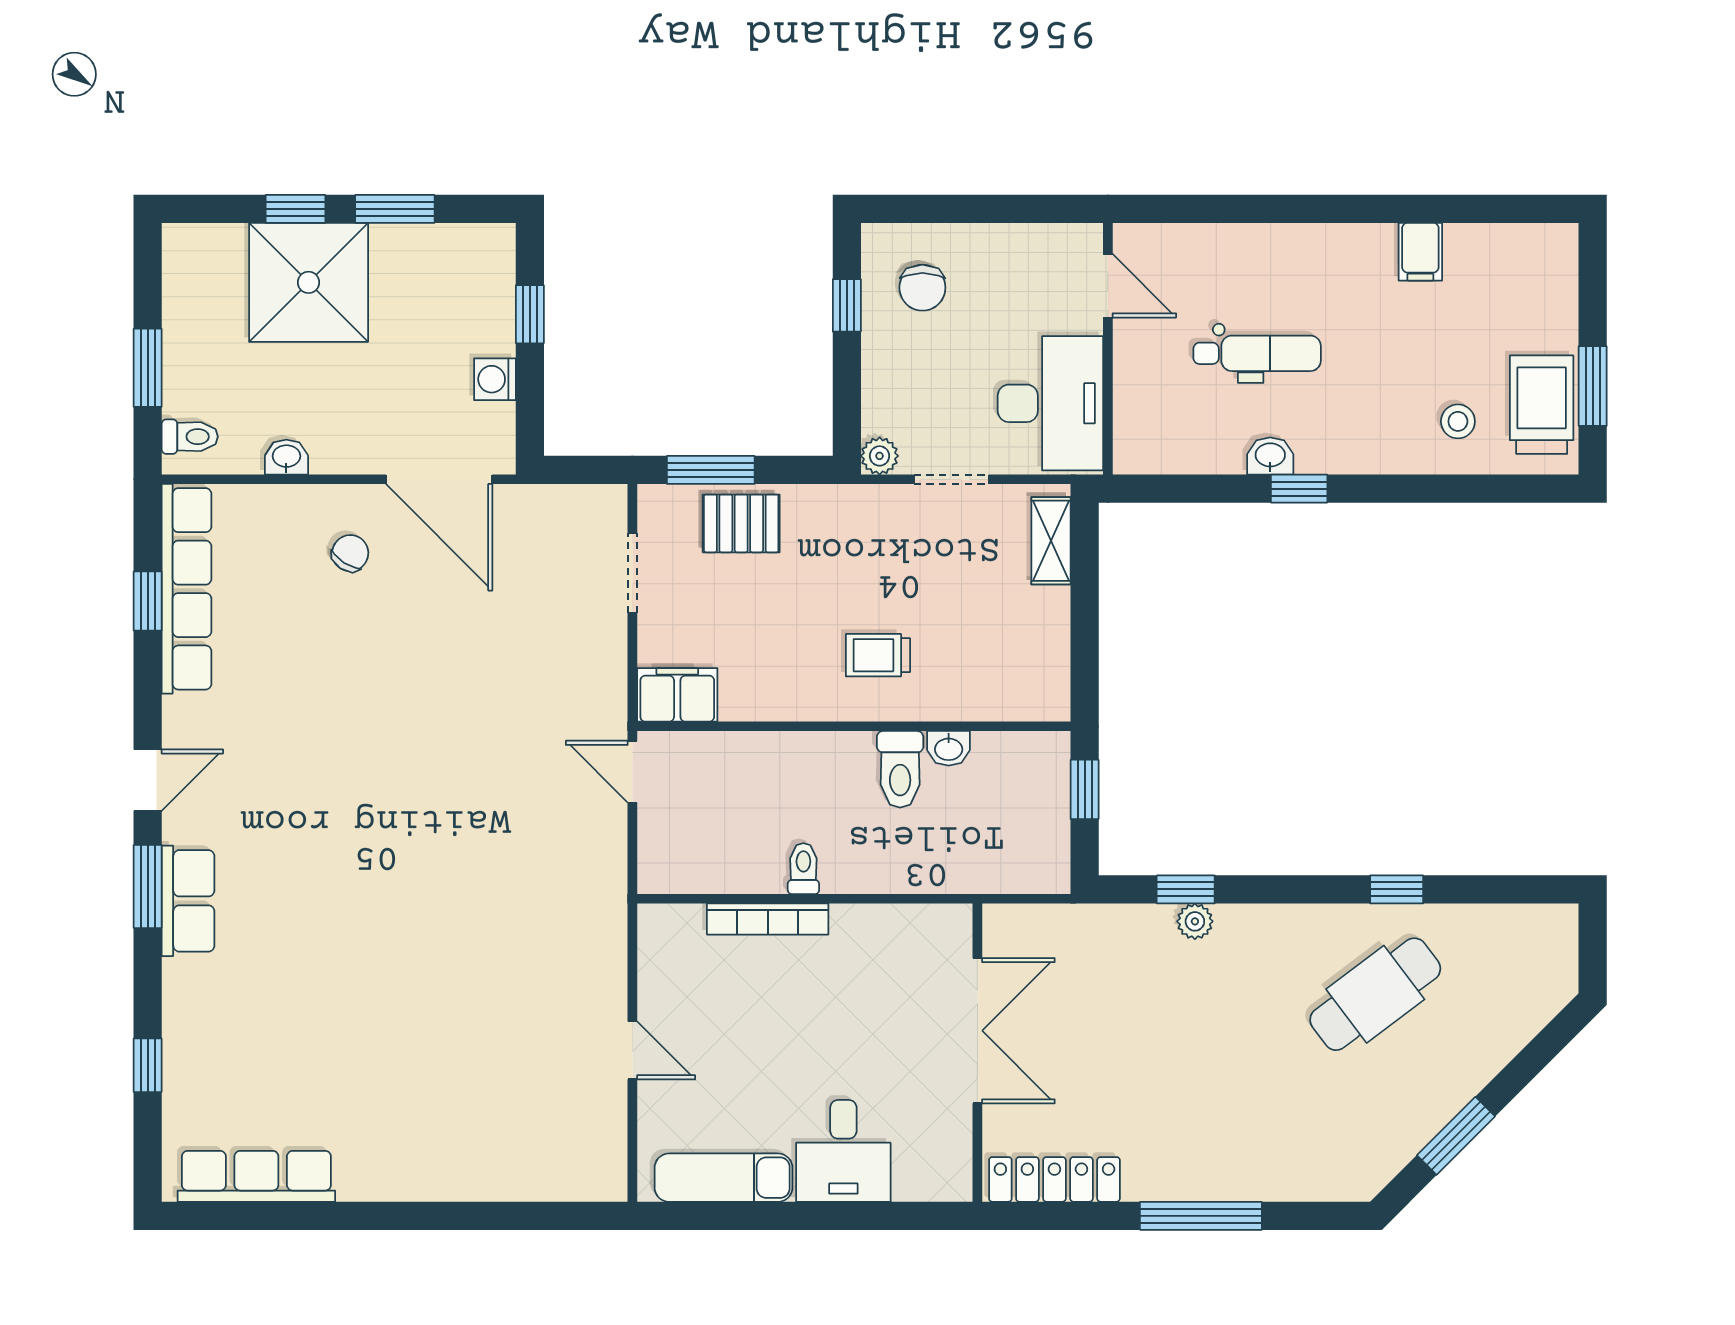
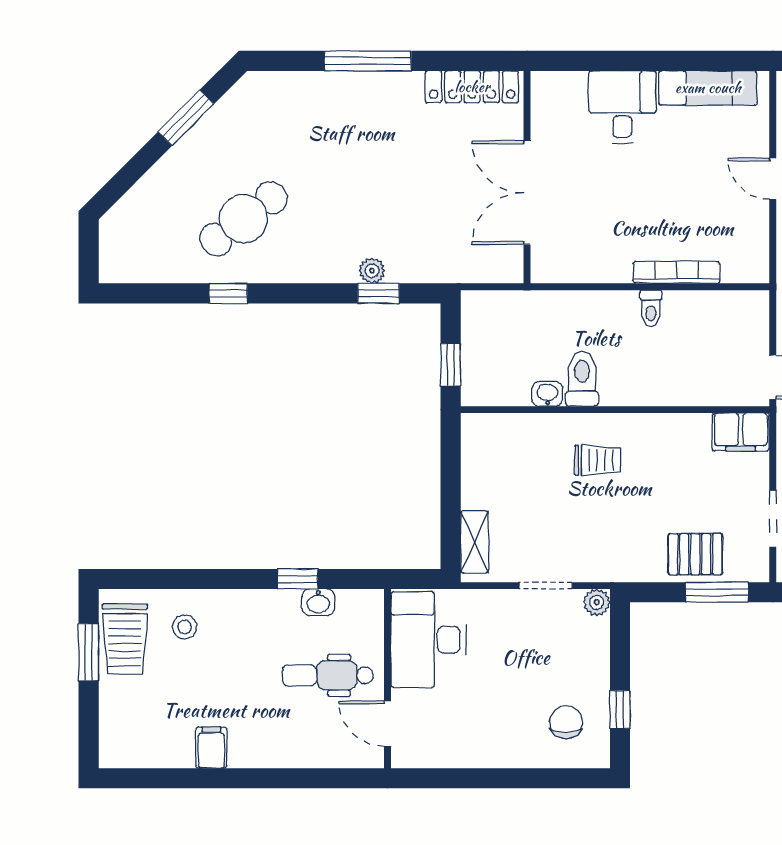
door: (1108, 286) -> (387, 724), moved
wall: (1108, 349) -> (387, 679), moved
desk: (1050, 403) -> (428, 640), moved

